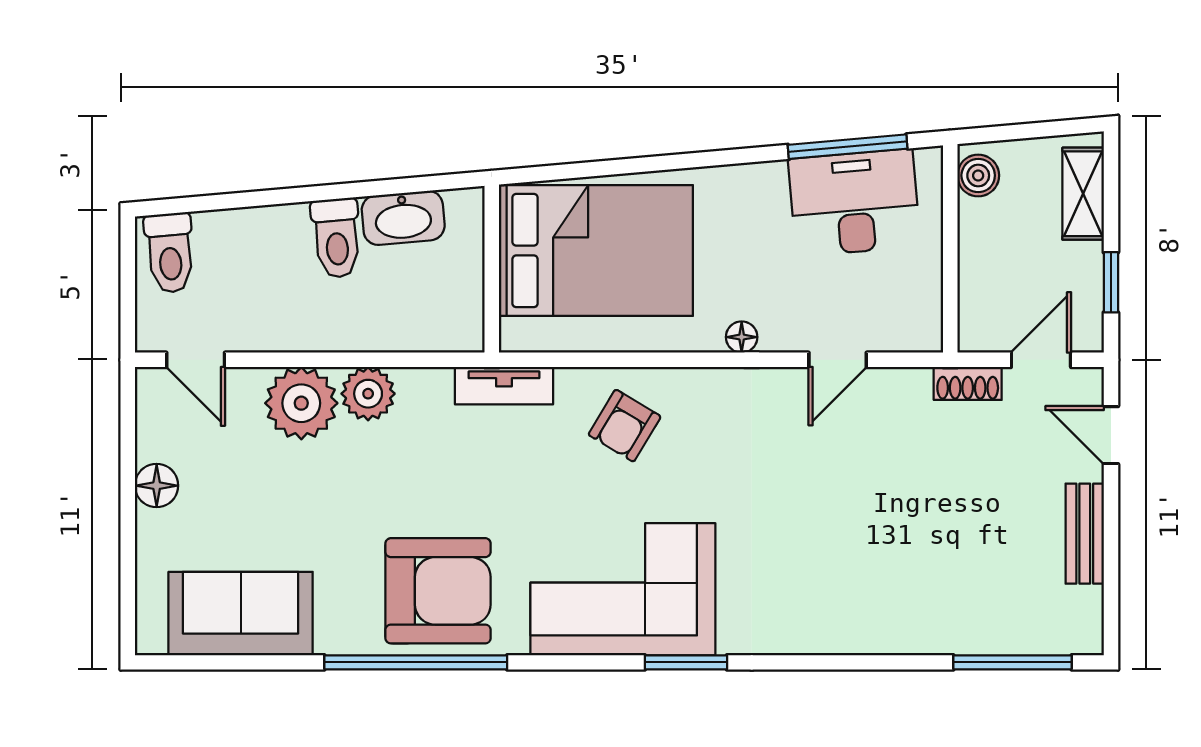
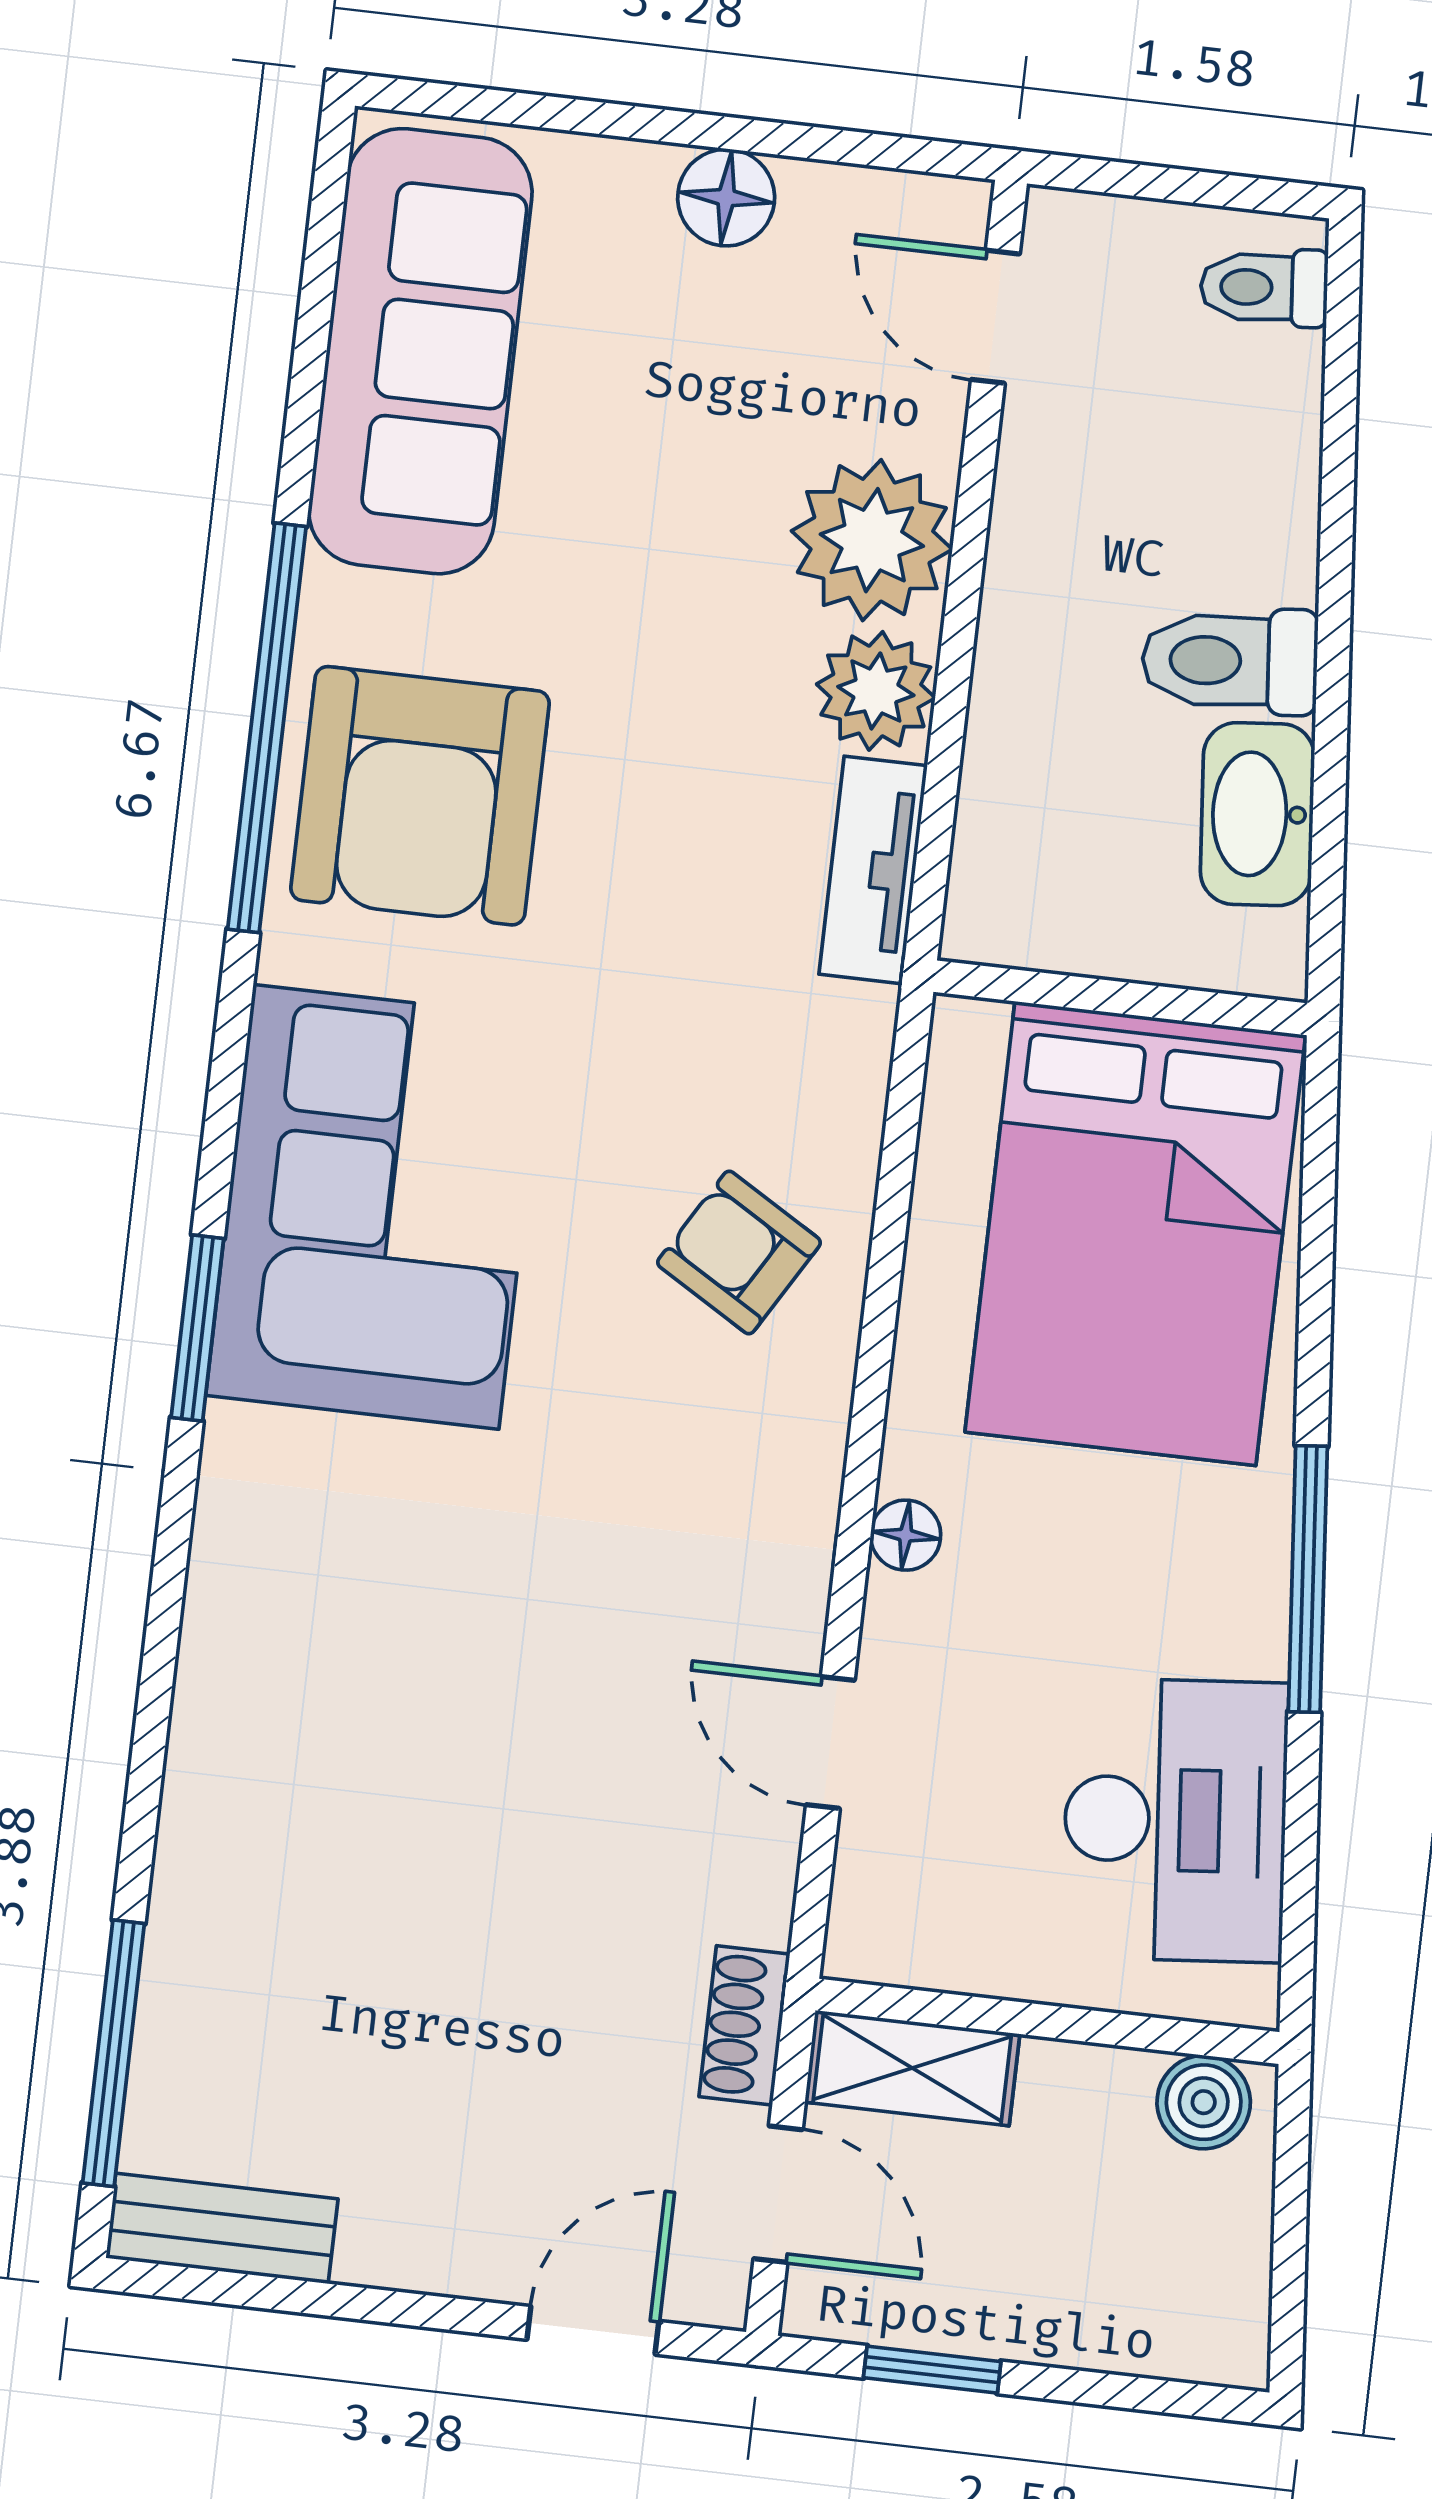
window: (848, 147) -> (1308, 1579), moved
shelving: (1083, 194) -> (912, 2068), moved
toilet: (170, 253) -> (1264, 287), width x0.73, depth x0.72
door: (196, 360) -> (995, 317), hinge flipped
tv unit: (504, 386) -> (873, 870), moved
bench: (1085, 534) -> (222, 2228), moved
sofa: (241, 614) -> (420, 351), width x1.36

